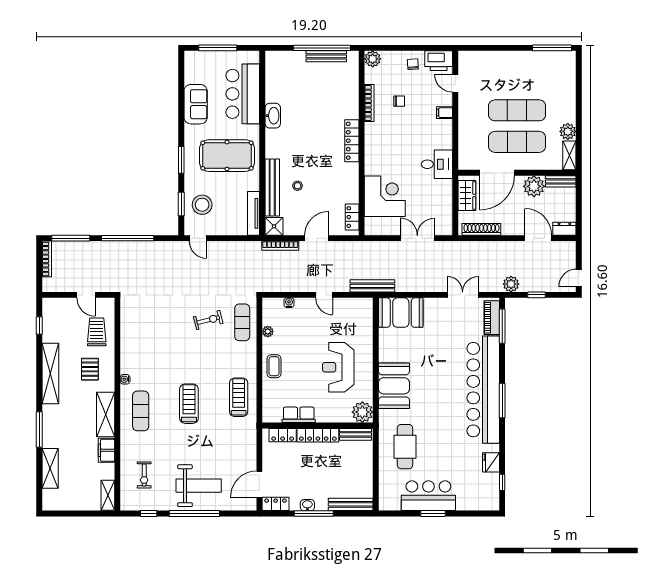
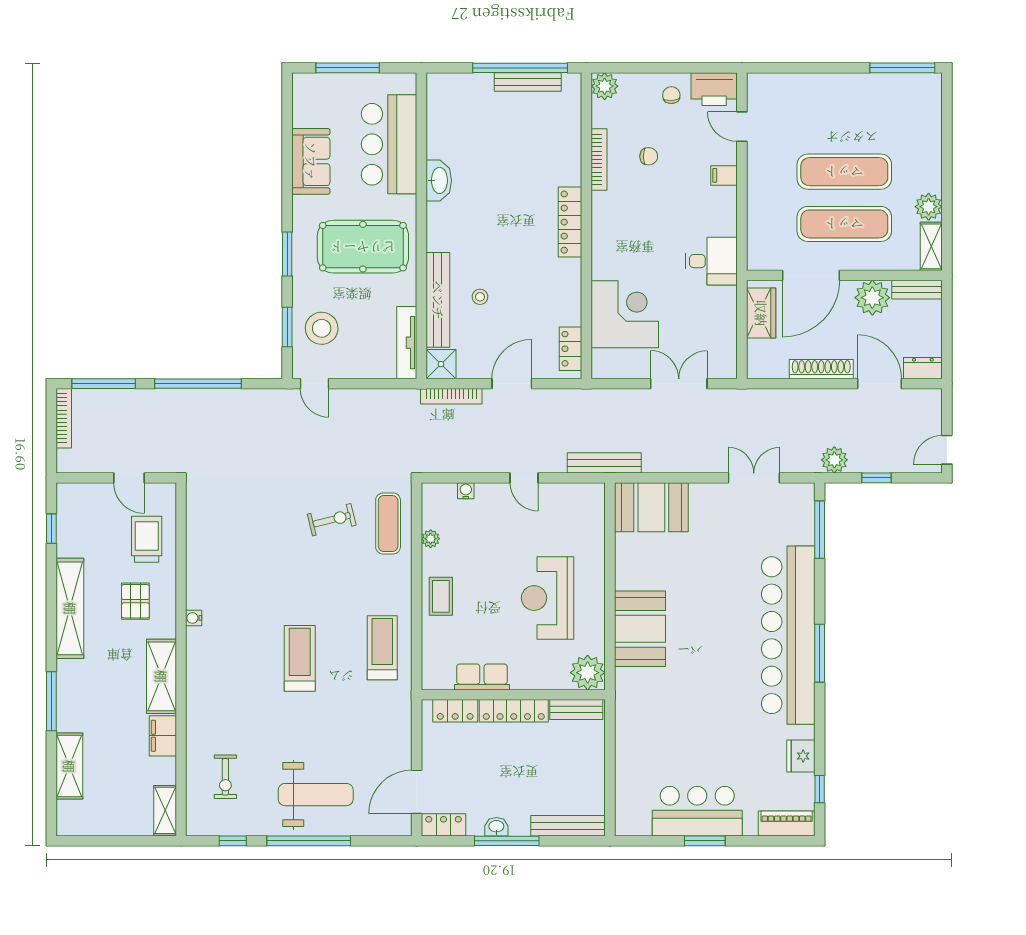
shoe rack: (481, 229) -> (821, 369), moved
piano: (492, 318) -> (787, 823), moved, turned 90
exercise mat: (141, 411) -> (220, 671), removed
cafe table: (405, 447) -> (658, 730), removed

